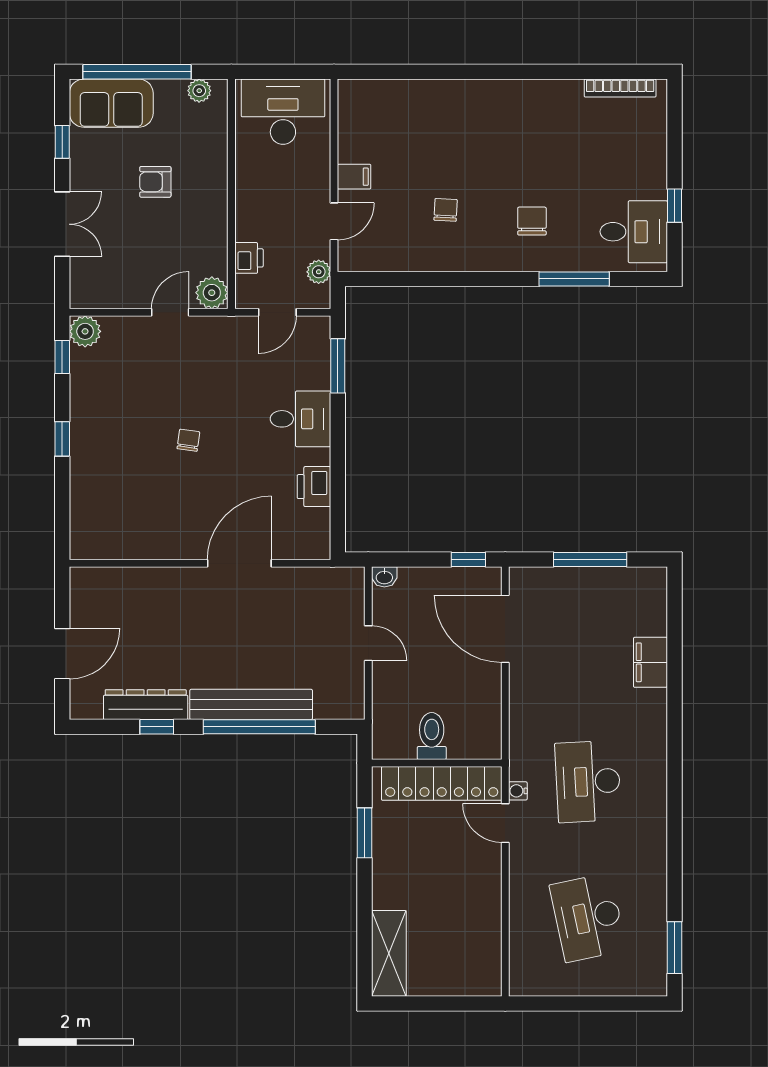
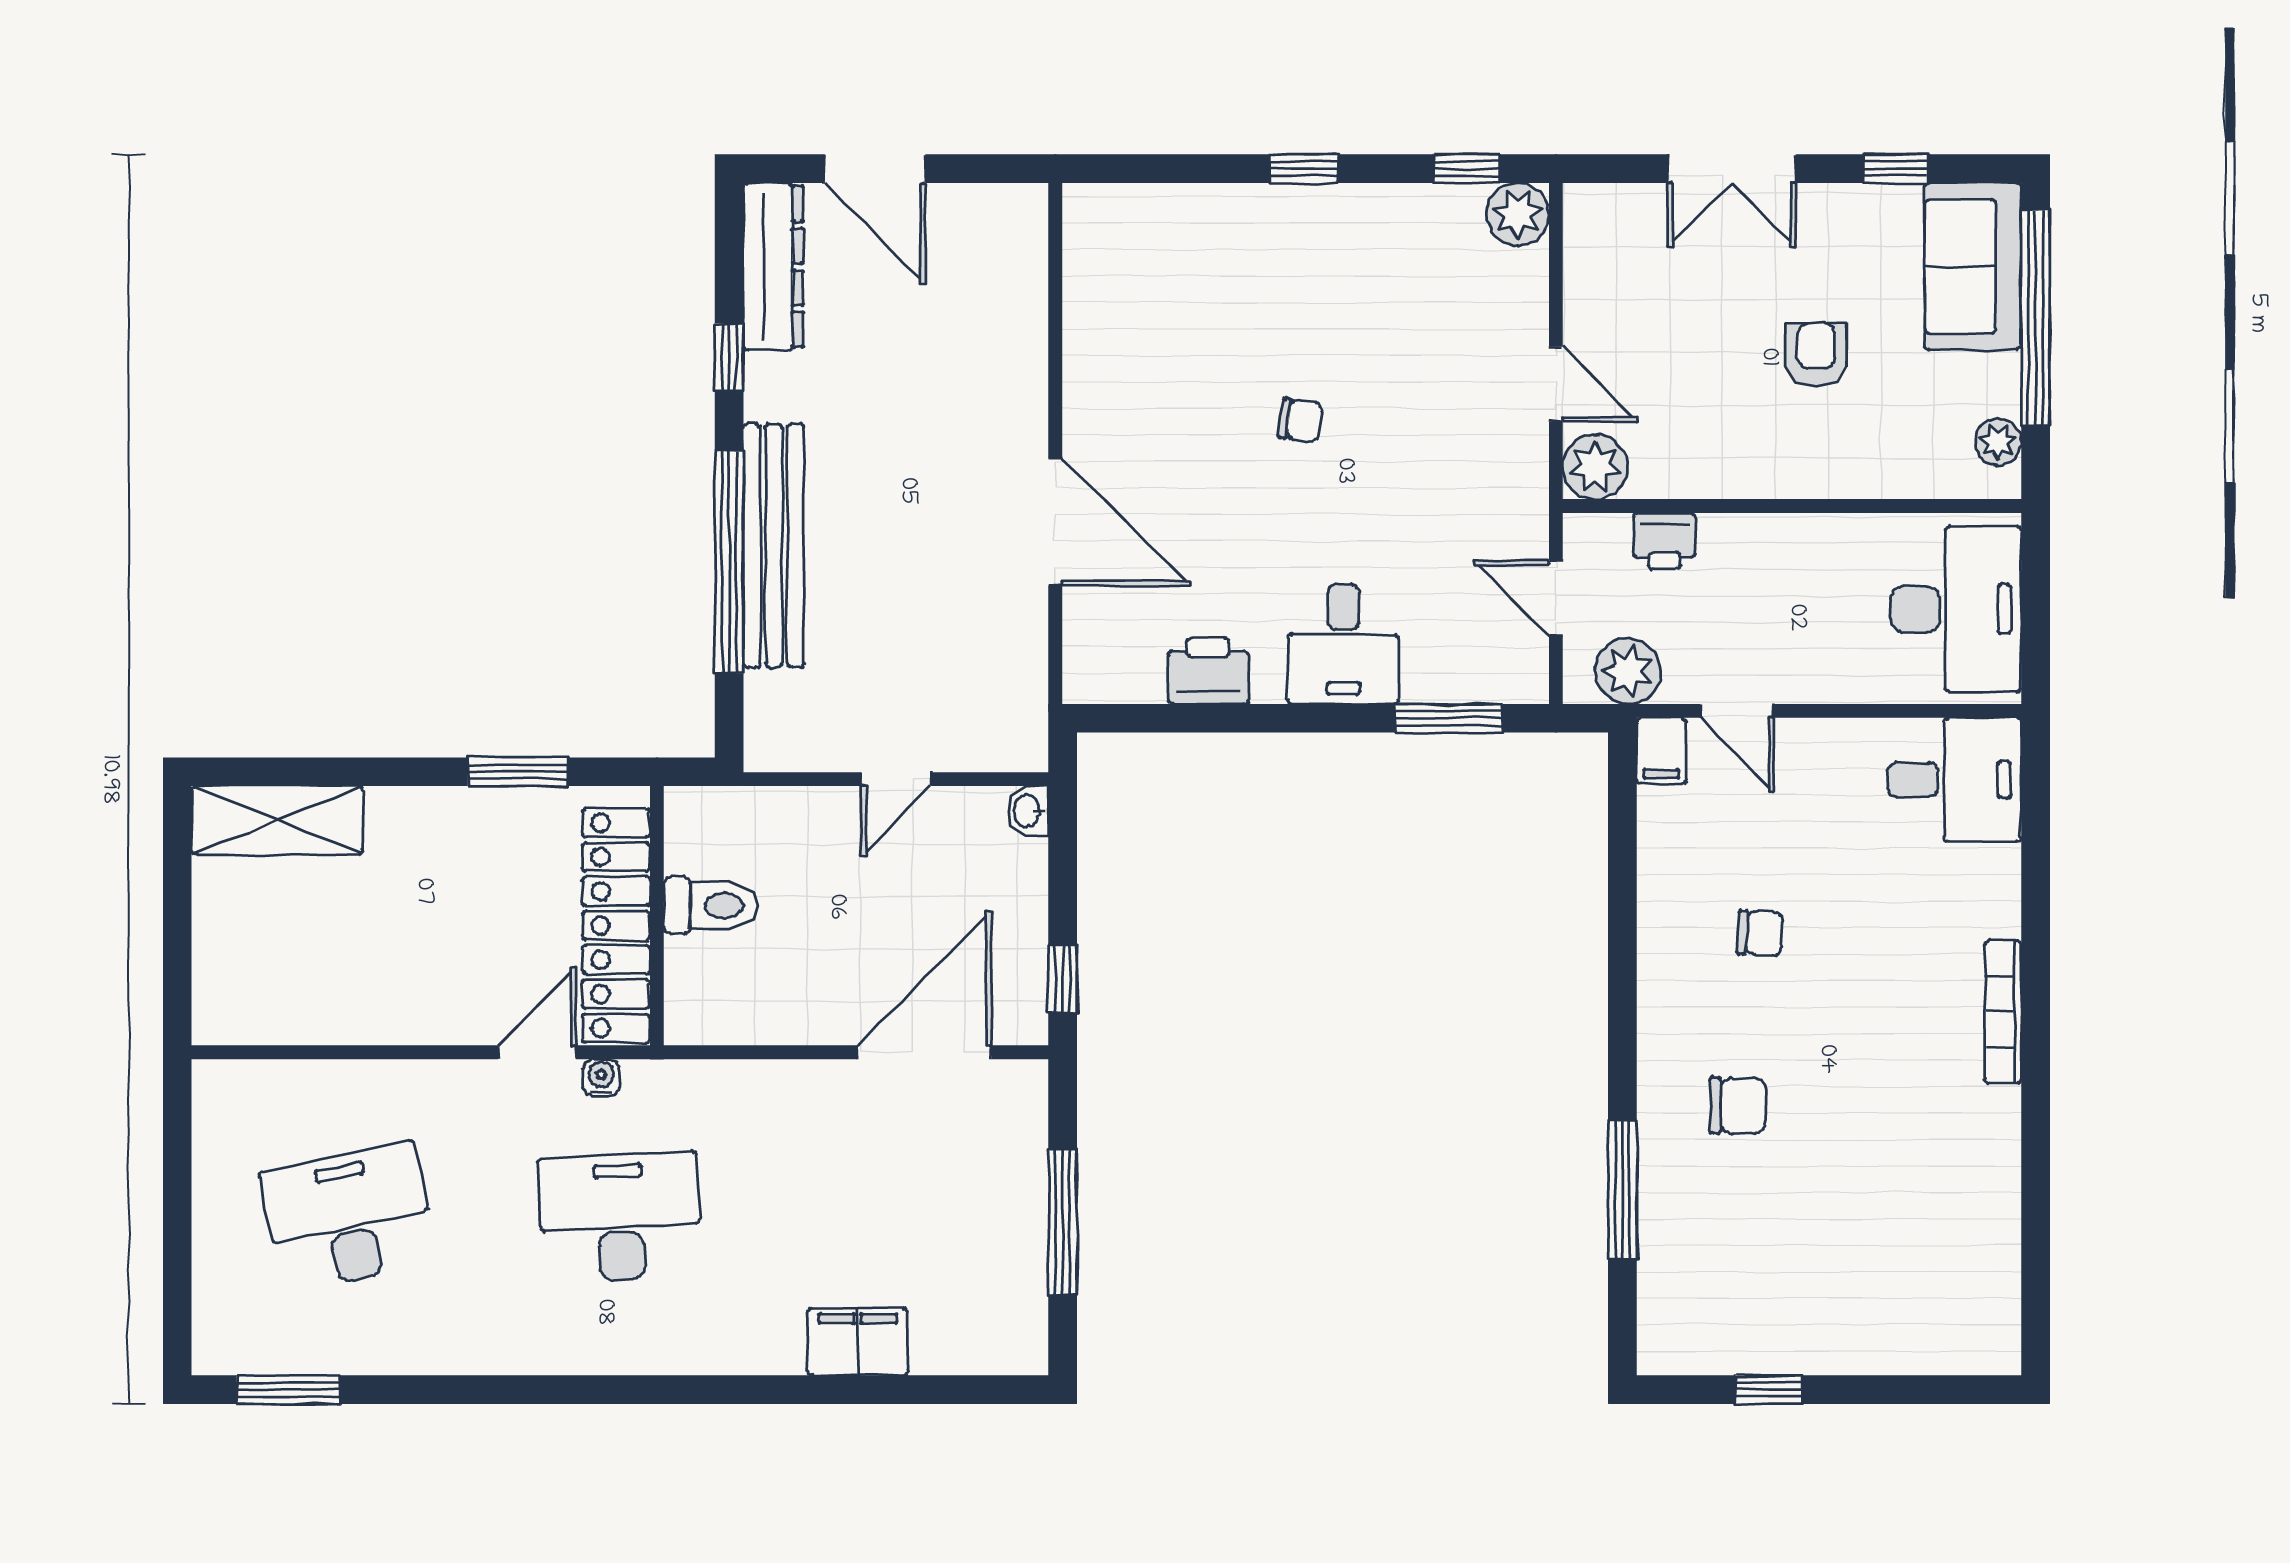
bookcase: (620, 88) -> (2003, 1012), moved
filing cabinet: (354, 177) -> (1662, 751), moved
desk: (634, 232) -> (1954, 780), moved, turned -90
plant: (319, 272) -> (1628, 671), width x1.38, depth x1.38
dresser: (146, 705) -> (773, 267), moved

